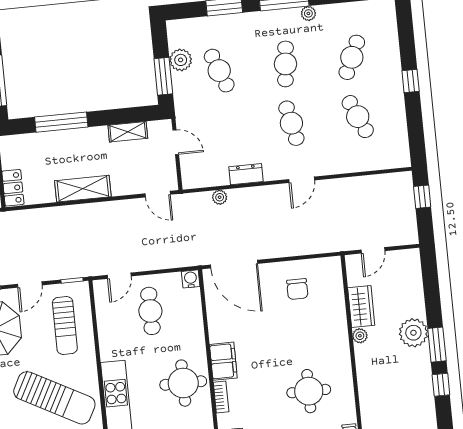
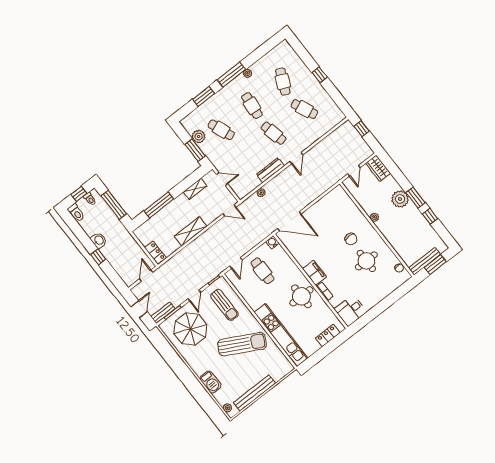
dresser: (246, 174) -> (270, 170), width x1.44
chair: (297, 289) -> (351, 239), moved
wardrobe: (361, 307) -> (378, 168), moved, turned 180

